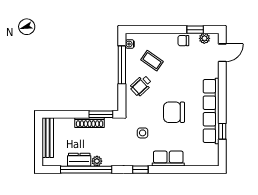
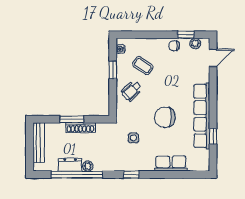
window: (122, 65) -> (113, 70), width x0.46
window: (101, 114) -> (72, 119), moved
row of seats: (168, 159) -> (171, 164), moved

